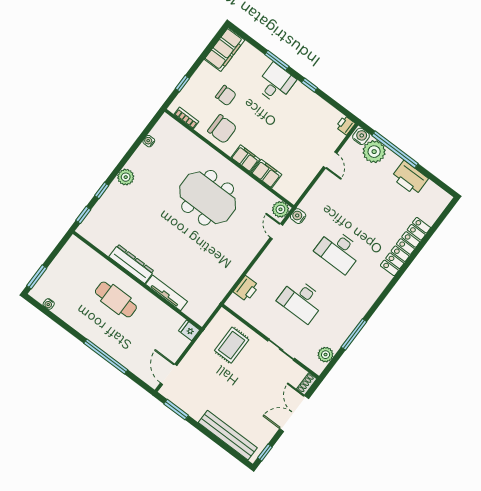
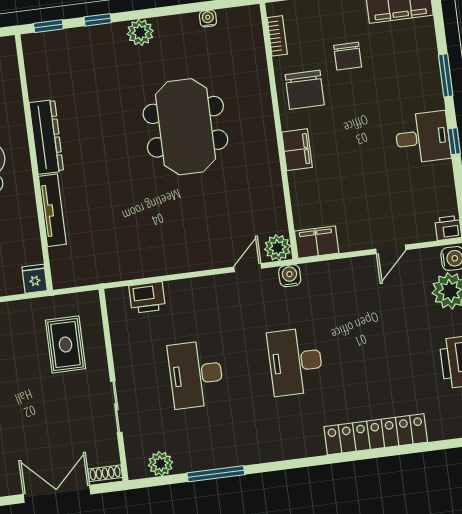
desk: (276, 83) -> (423, 137), moved
filing cabinet: (266, 174) -> (317, 242), moved, turned -90
meeting table: (208, 198) -> (185, 127), moved
rug: (232, 345) -> (65, 344), turned 90

